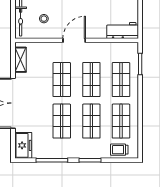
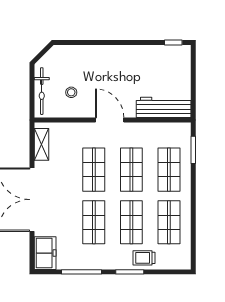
workbench: (123, 30) -> (164, 107), width x1.38
door: (74, 40) -> (110, 120), hinge flipped
trolley: (119, 150) -> (144, 258), moved

